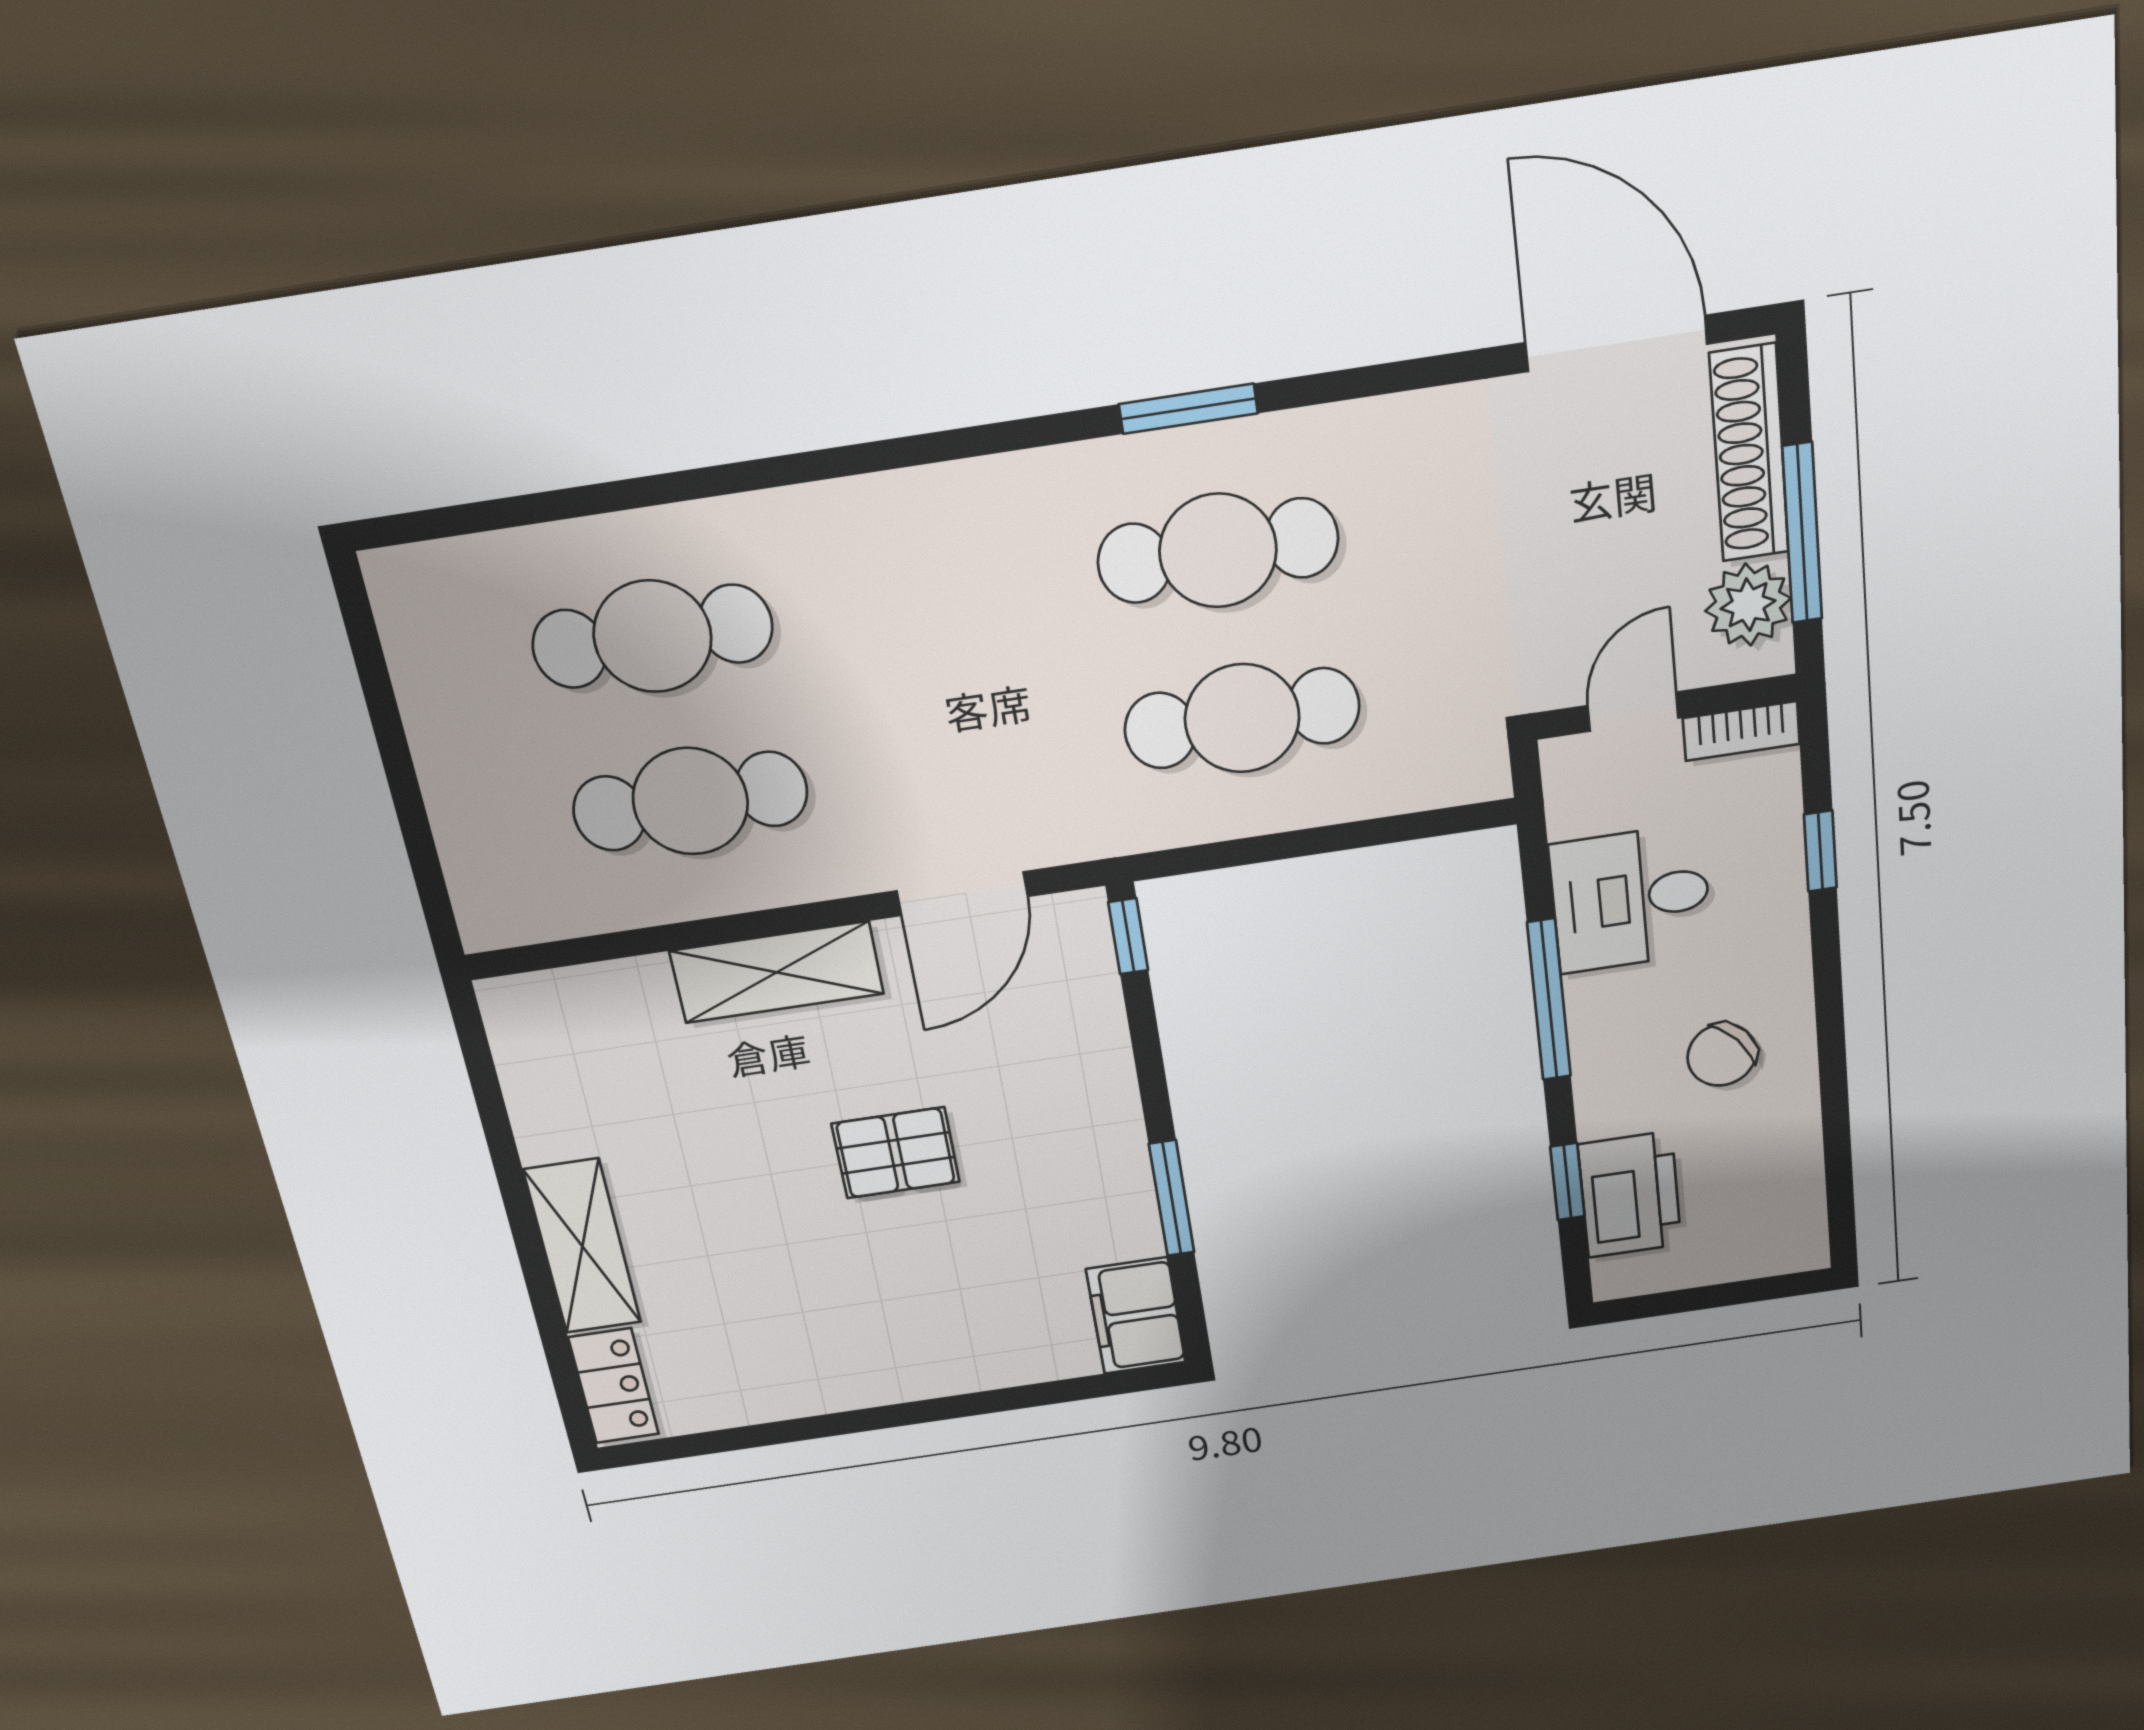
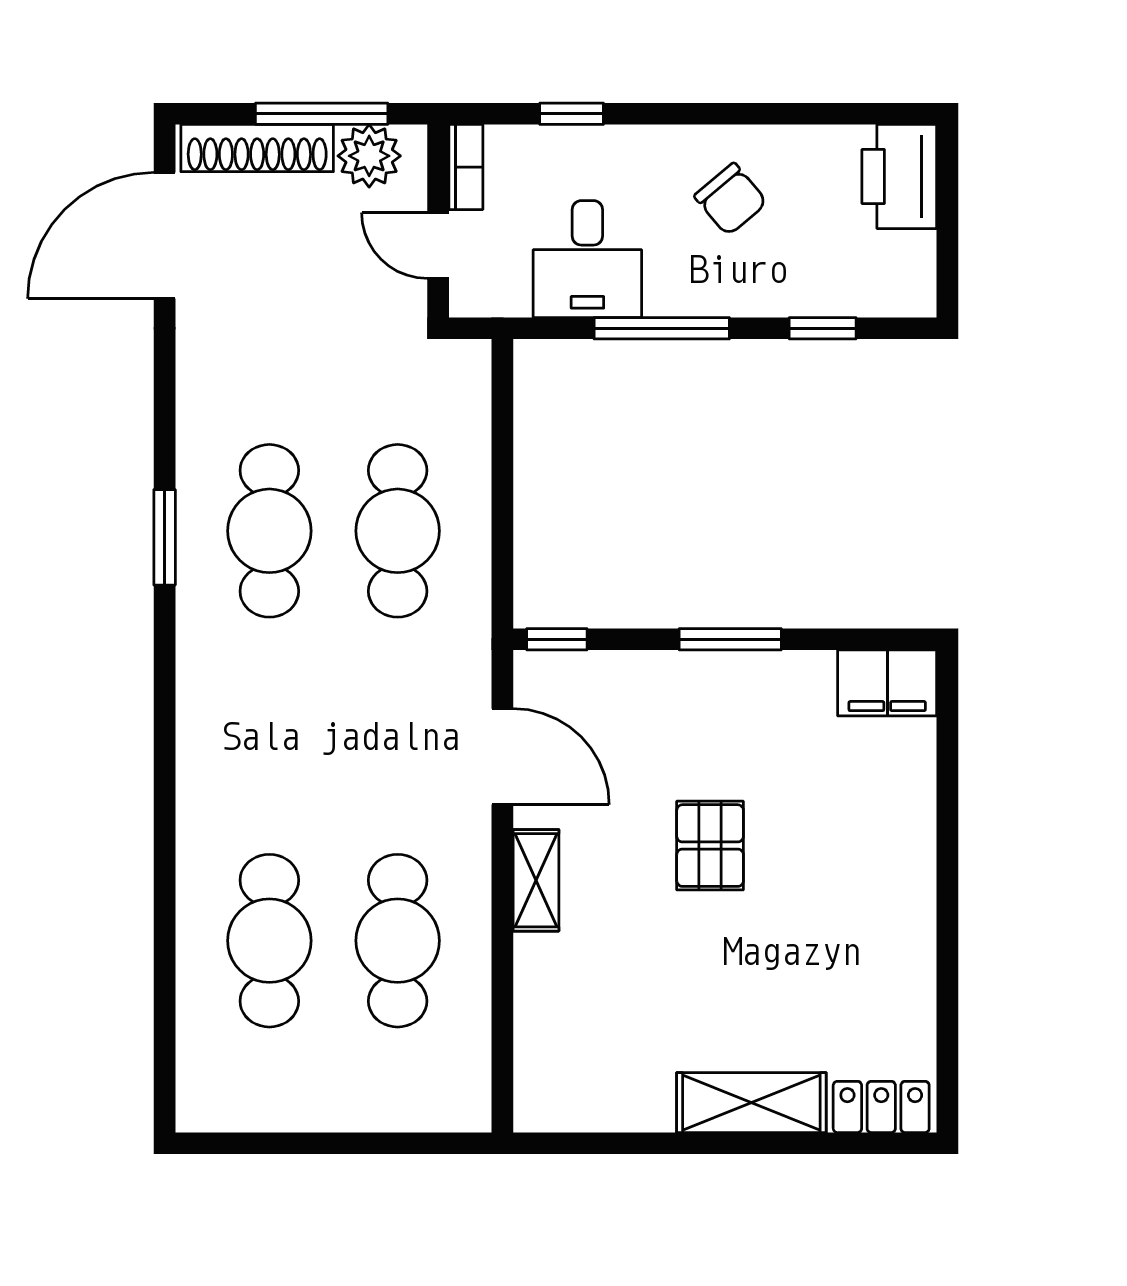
shelving: (777, 972) -> (536, 880), width x0.67, depth x0.75
printer: (1630, 1195) -> (899, 177), moved, turned -90
window: (1172, 1198) -> (730, 639), moved

